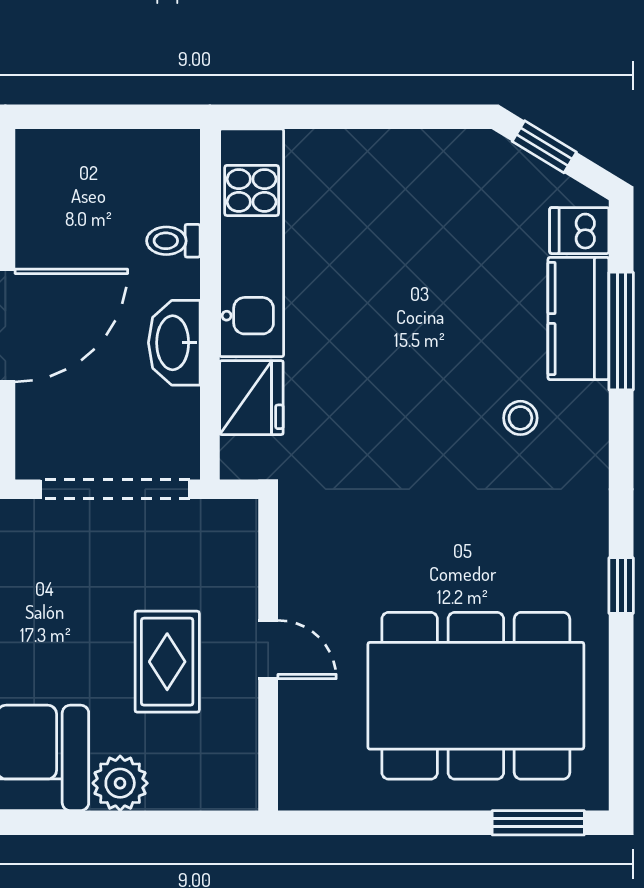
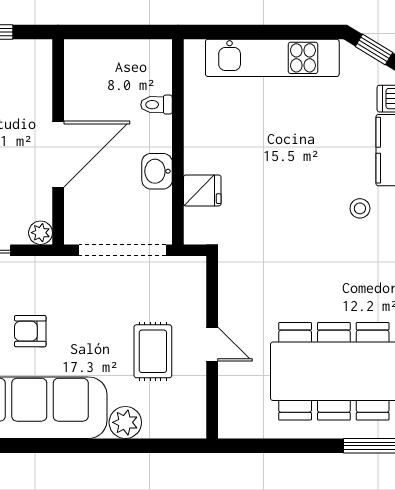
kitchen unit: (252, 243) -> (272, 58), moved, turned 90
washbasin: (174, 343) -> (157, 171), width x0.72
fridge: (251, 398) -> (202, 190), width x0.72

